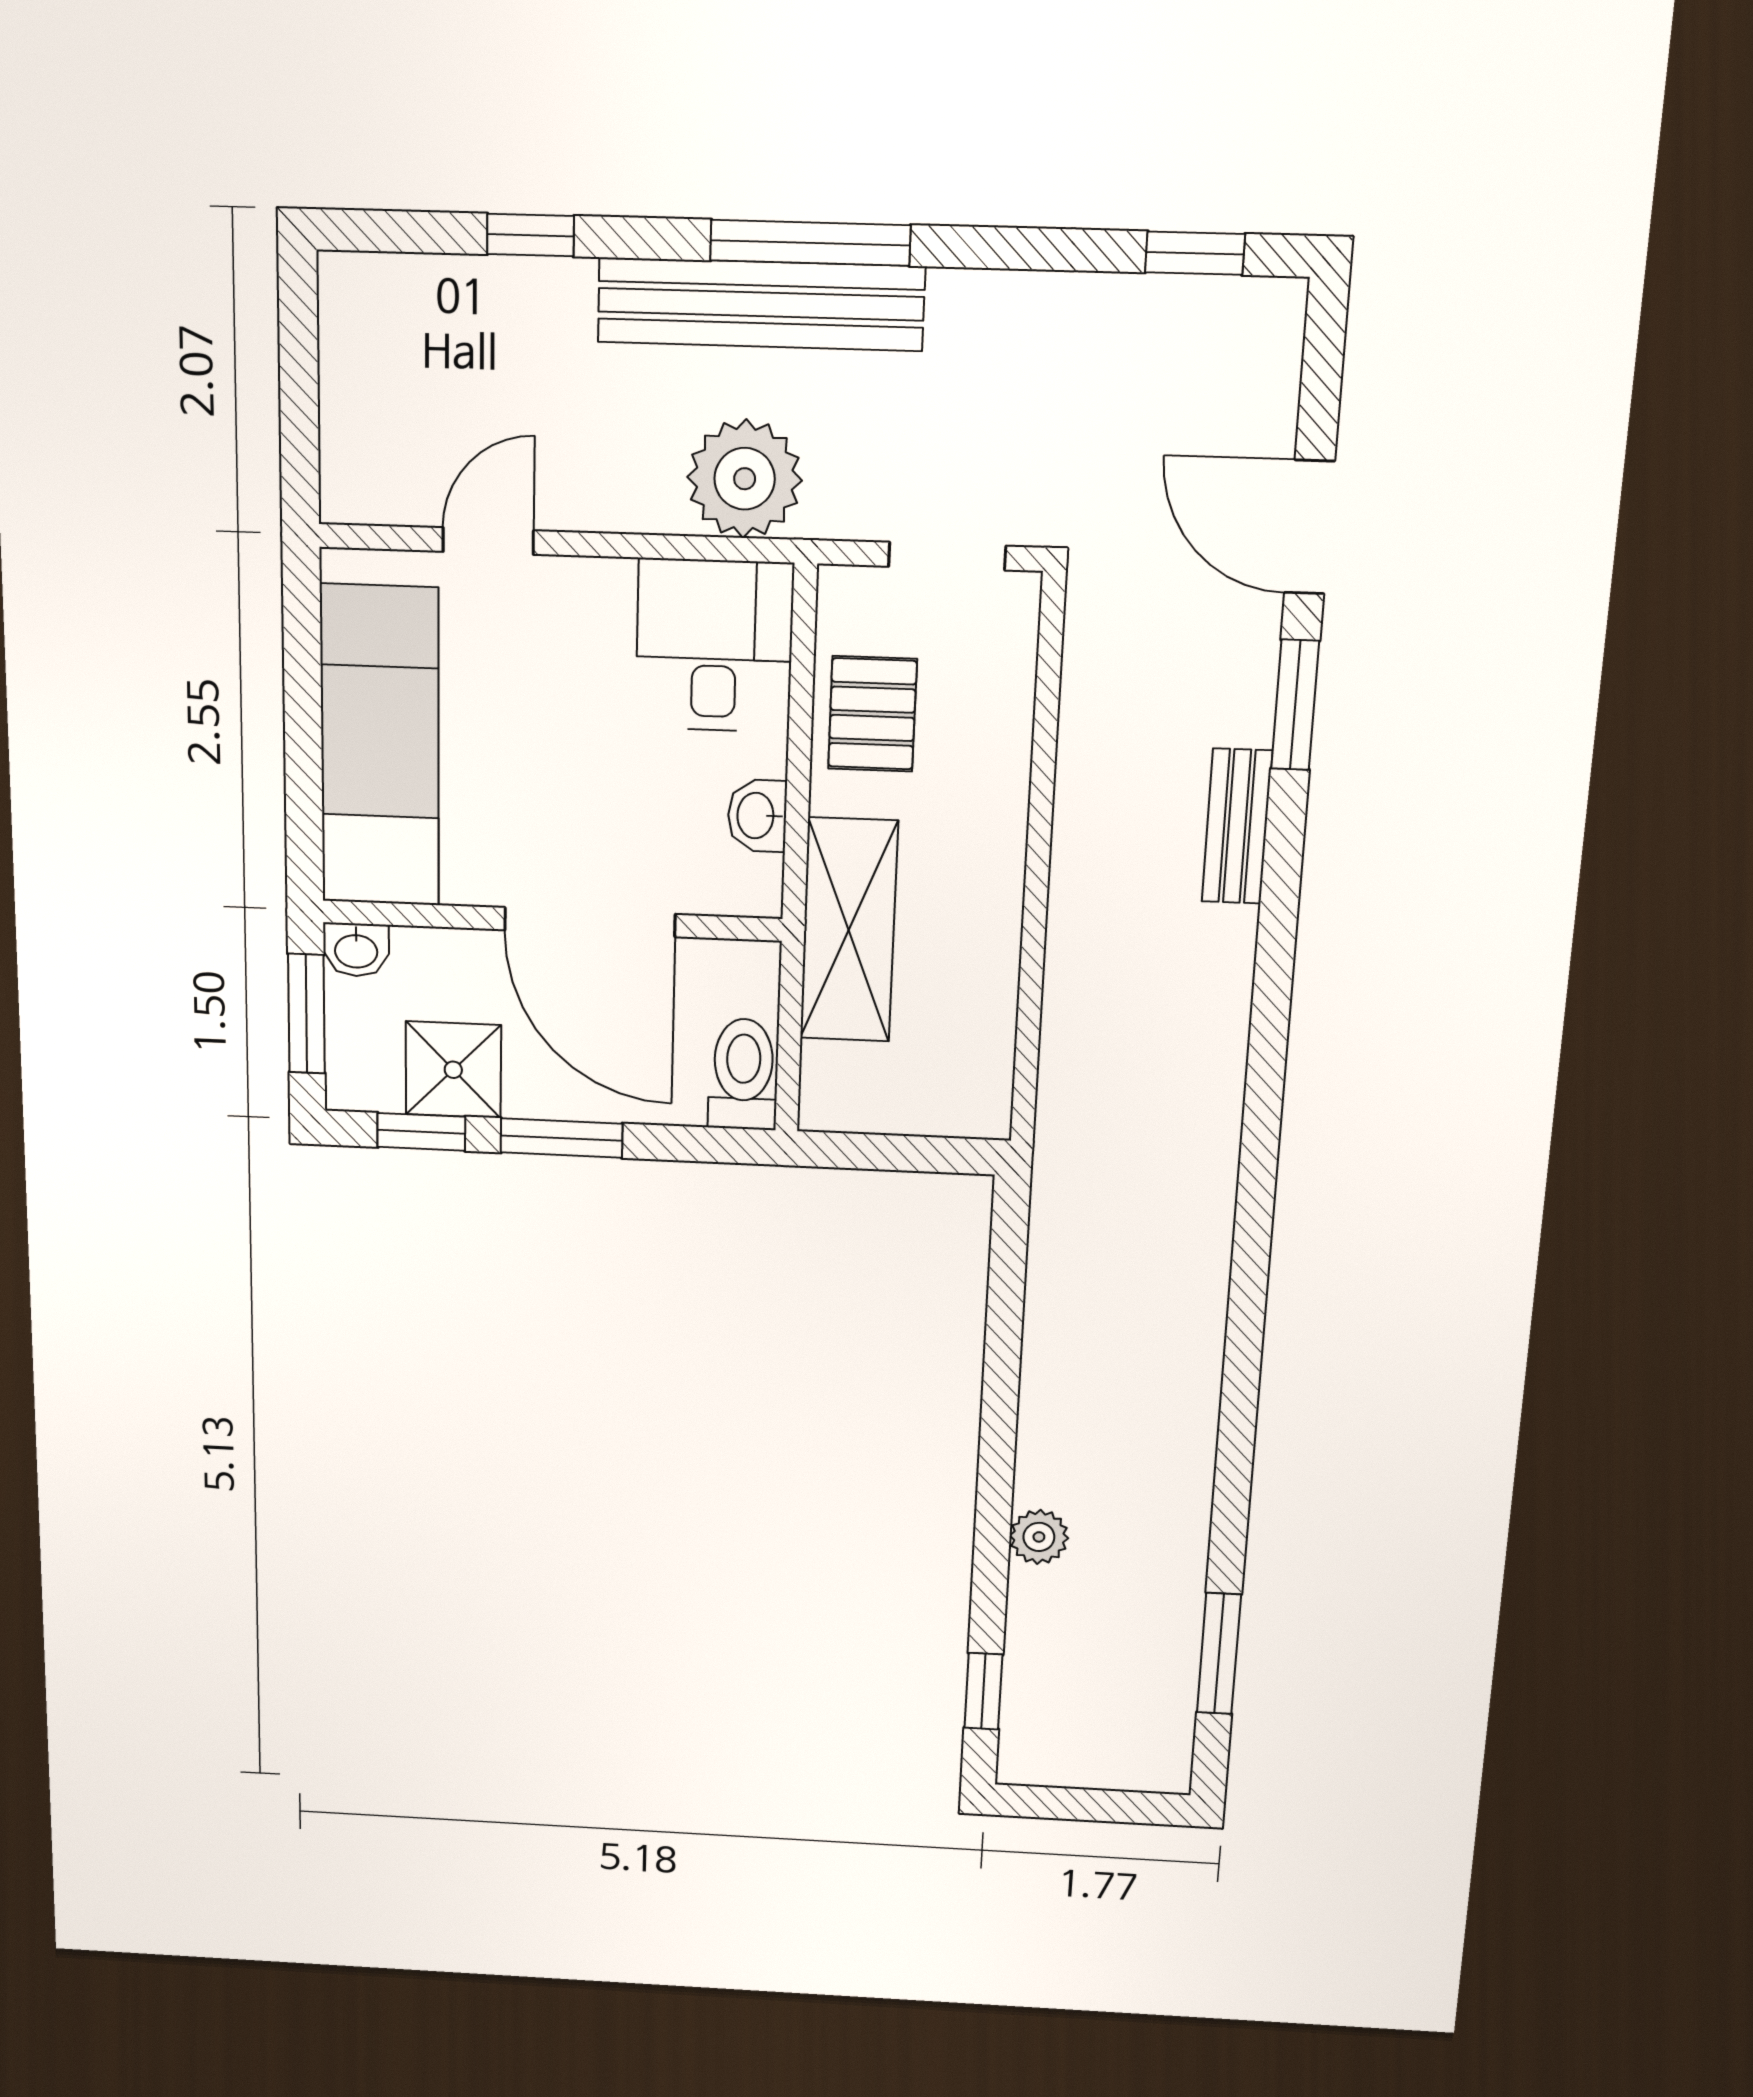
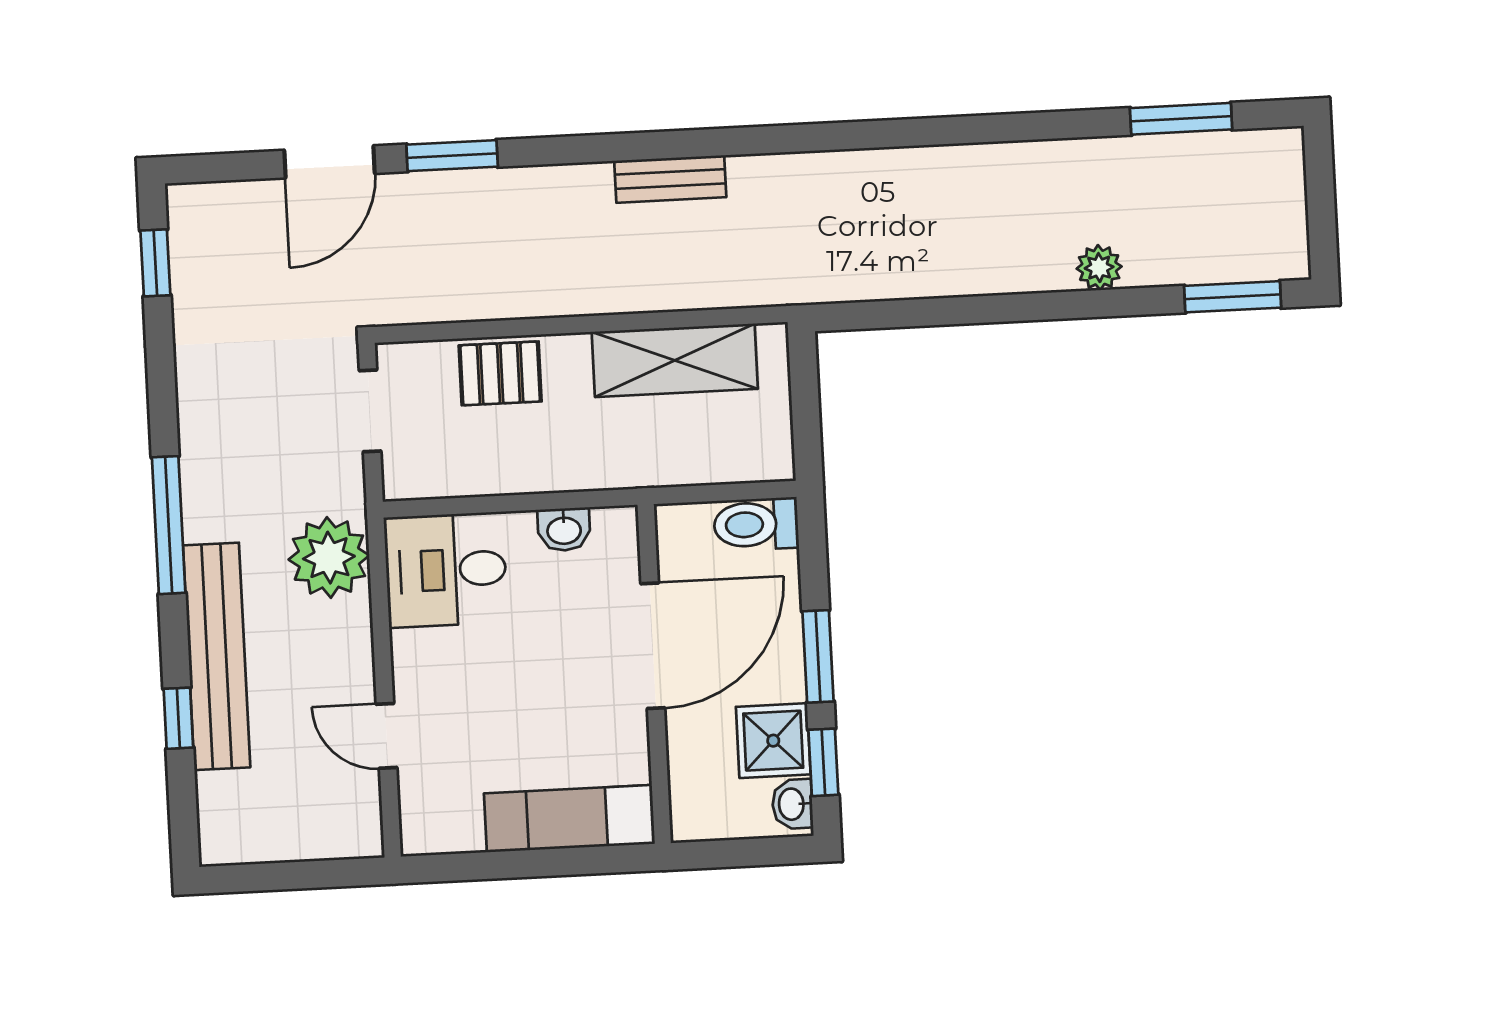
bench: (761, 304) -> (217, 656), moved
pallet: (872, 714) -> (500, 373), moved
exam couch: (380, 746) -> (569, 819), width x0.73, depth x0.69
bench: (1237, 826) -> (670, 179), moved
shelving: (849, 930) -> (675, 360), moved
washbasin: (356, 950) -> (792, 804), moved, turned 180
window: (306, 1014) -> (741, 853), removed
window: (983, 1691) -> (1233, 297), width x1.50

